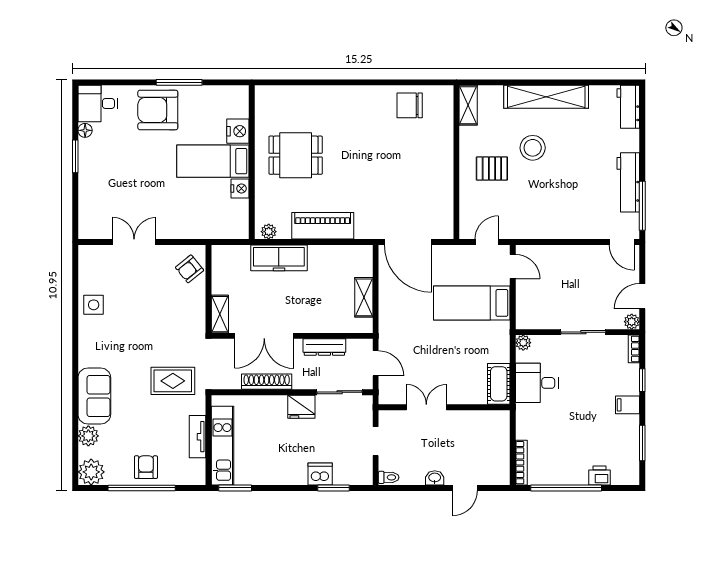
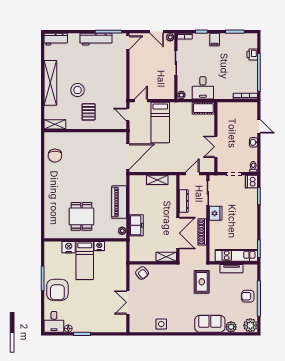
freezer: (279, 258) -> (136, 225), width x0.71
dishwasher: (320, 474) -> (251, 182), moved

